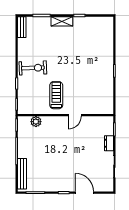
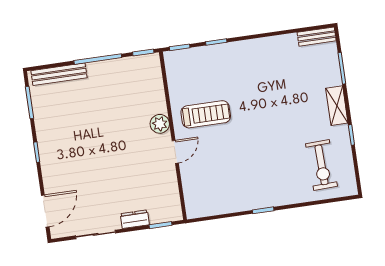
exercise bike: (33, 68) -> (321, 165), moved
door: (75, 115) -> (175, 152), swing flipped
plant: (36, 122) -> (160, 124), moved
door: (85, 193) -> (45, 211), moved

